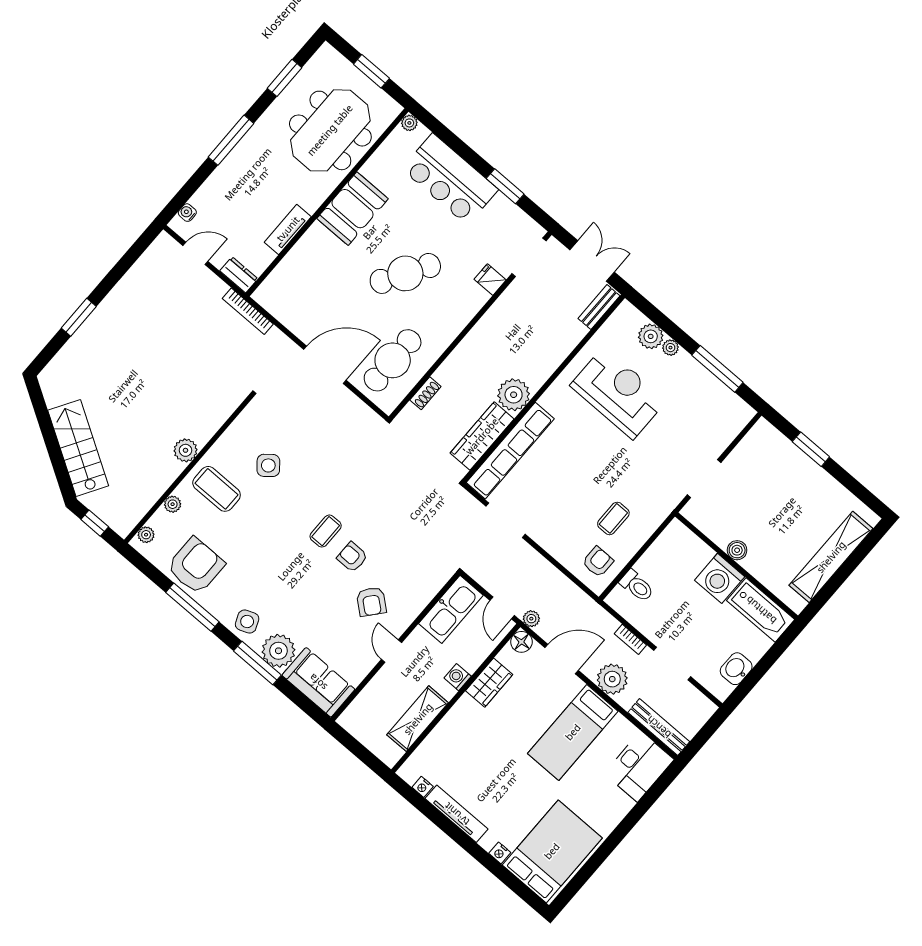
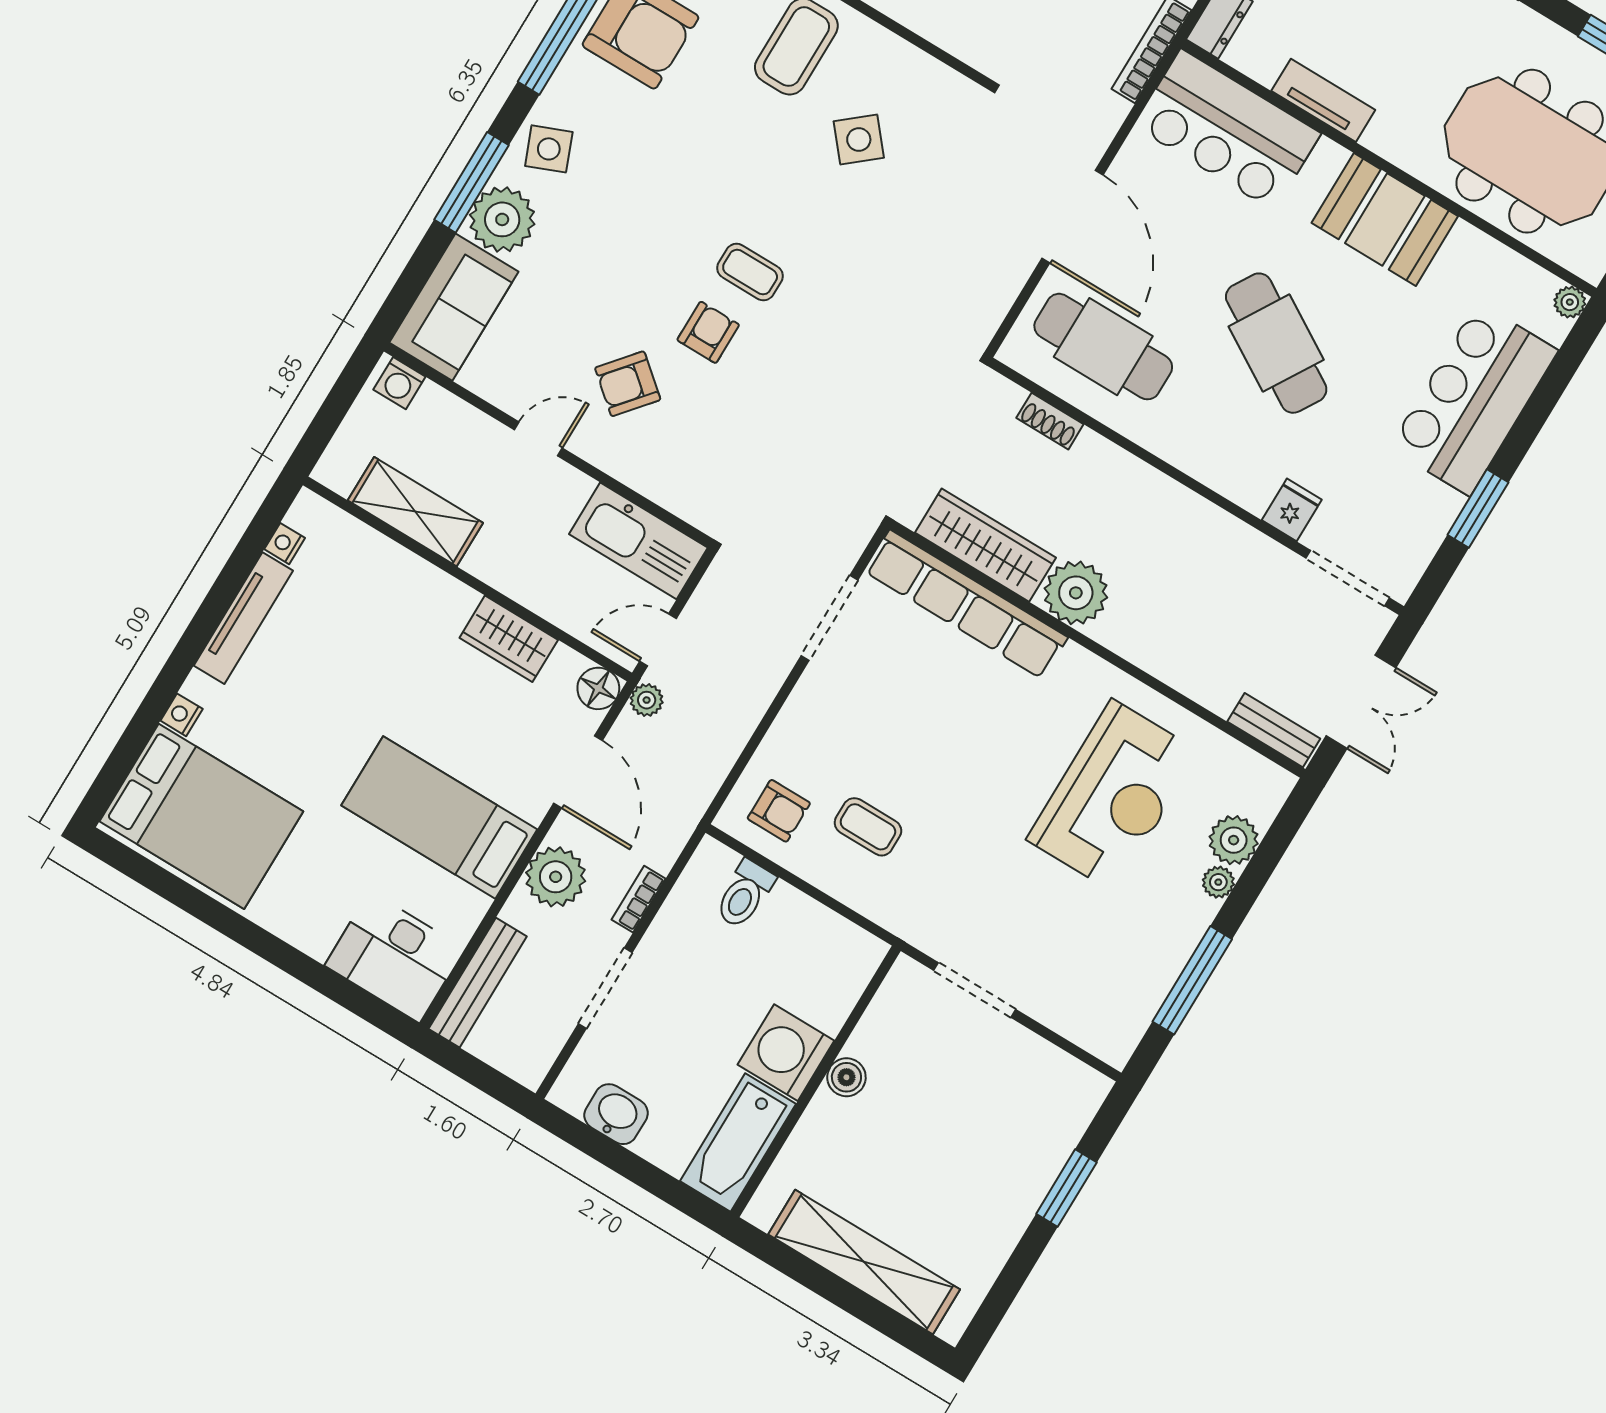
bar counter: (294, 280) -> (1227, 130), added
washing machine: (458, 677) -> (399, 383), moved, turned 180

